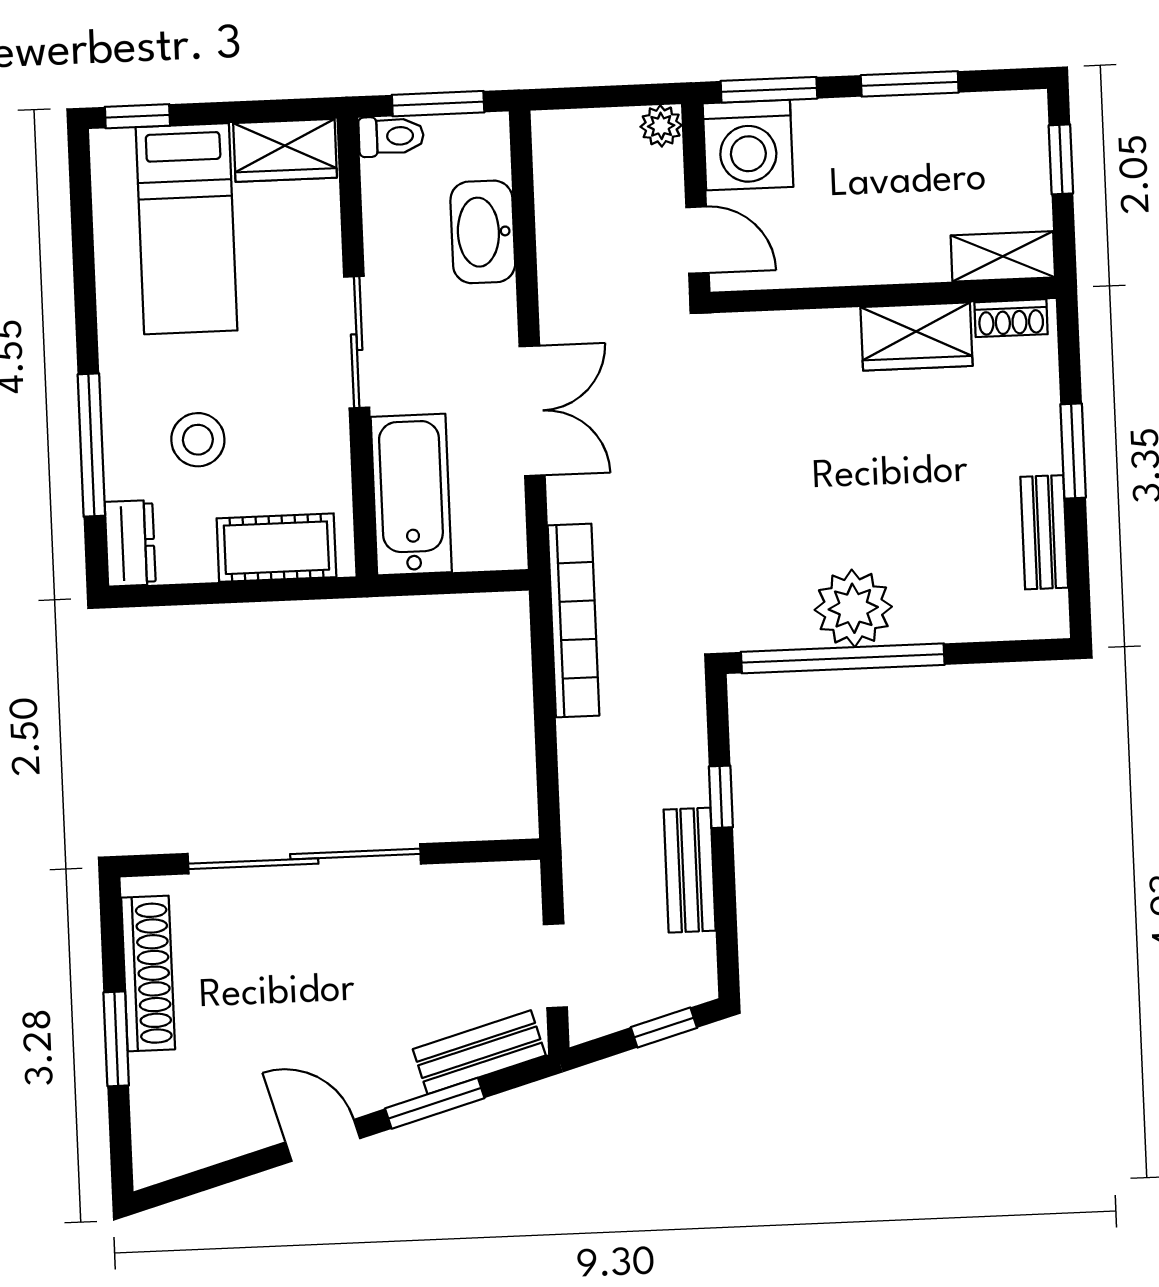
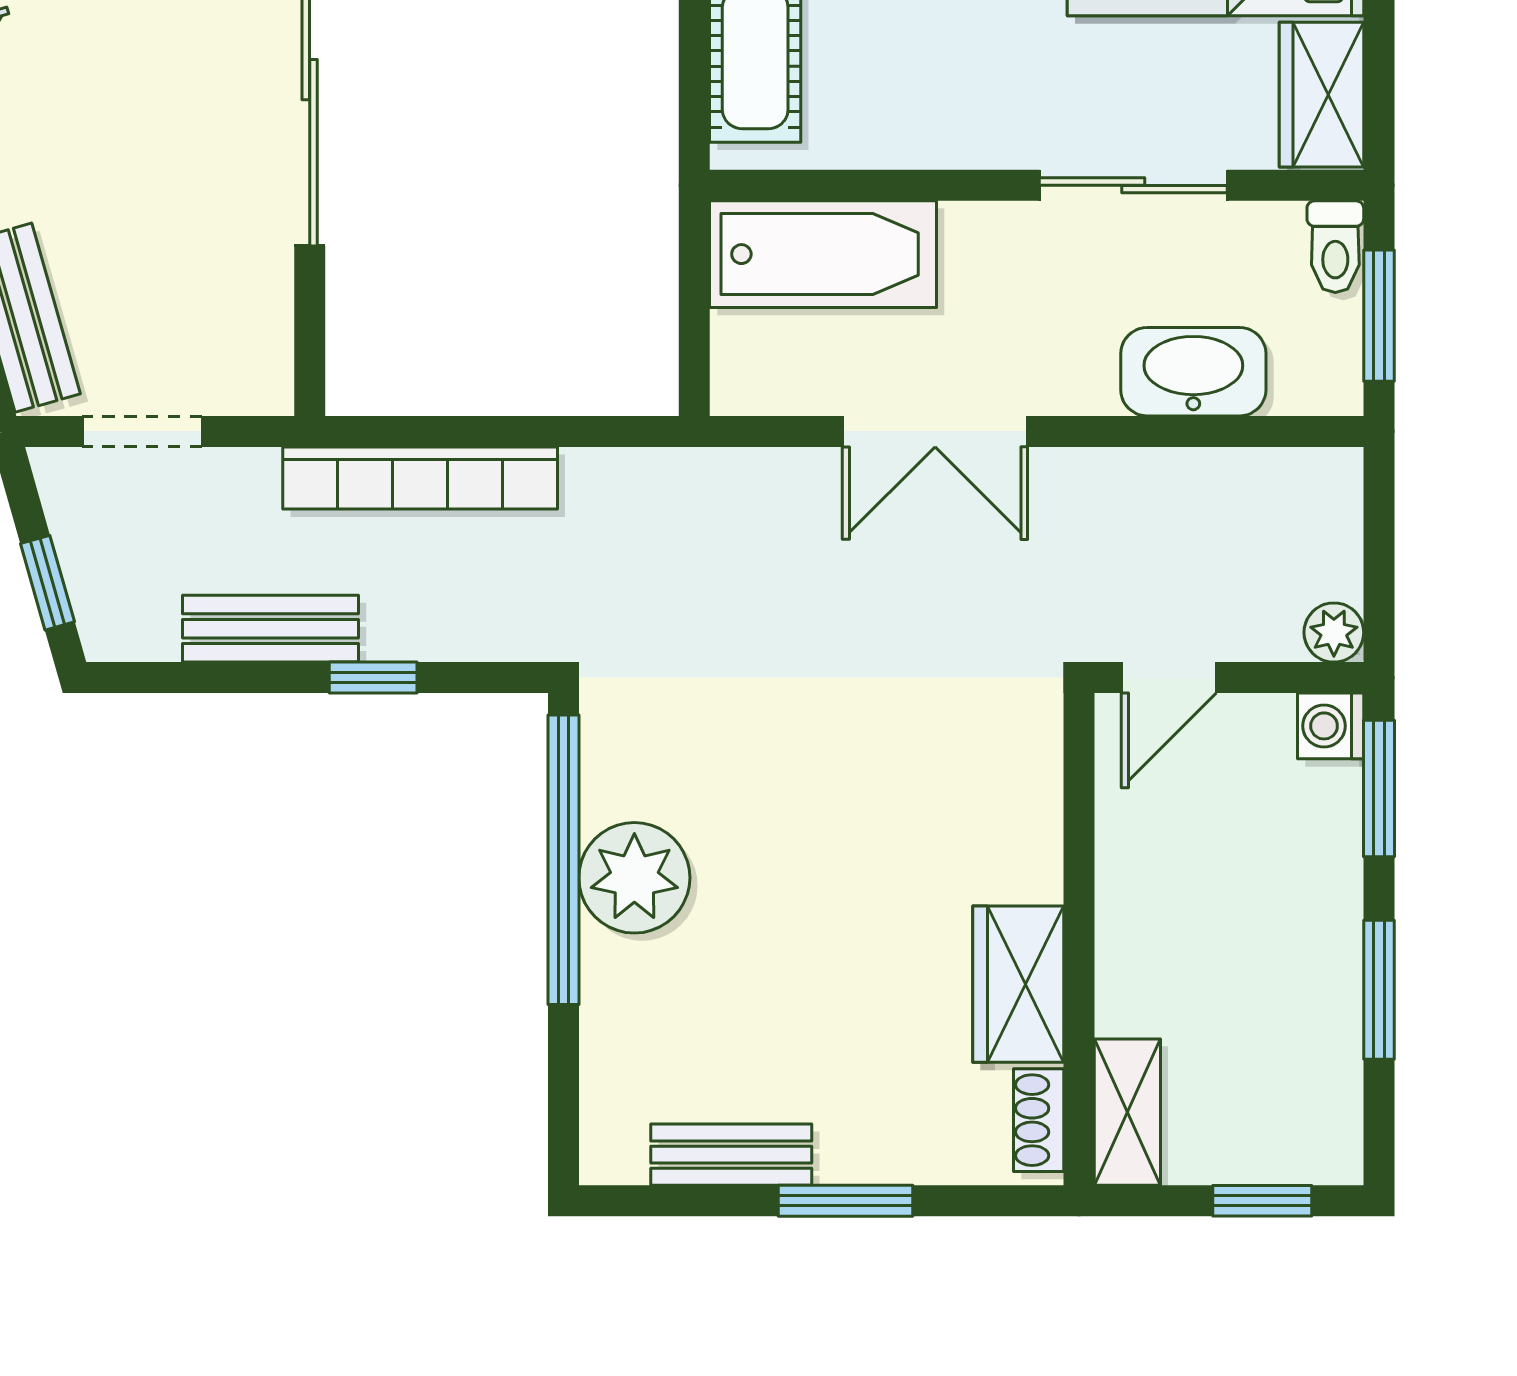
washing machine: (748, 145) -> (1331, 726), width x0.53, depth x0.53
sliding door: (357, 342) -> (1133, 185), moved
bookcase: (574, 621) -> (420, 478), moved

